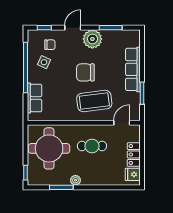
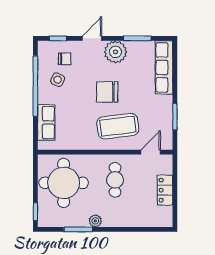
row of seats: (133, 69) -> (164, 67), moved
cafe table: (92, 146) -> (115, 180), turned 90
fridge: (133, 174) -> (164, 214), removed

